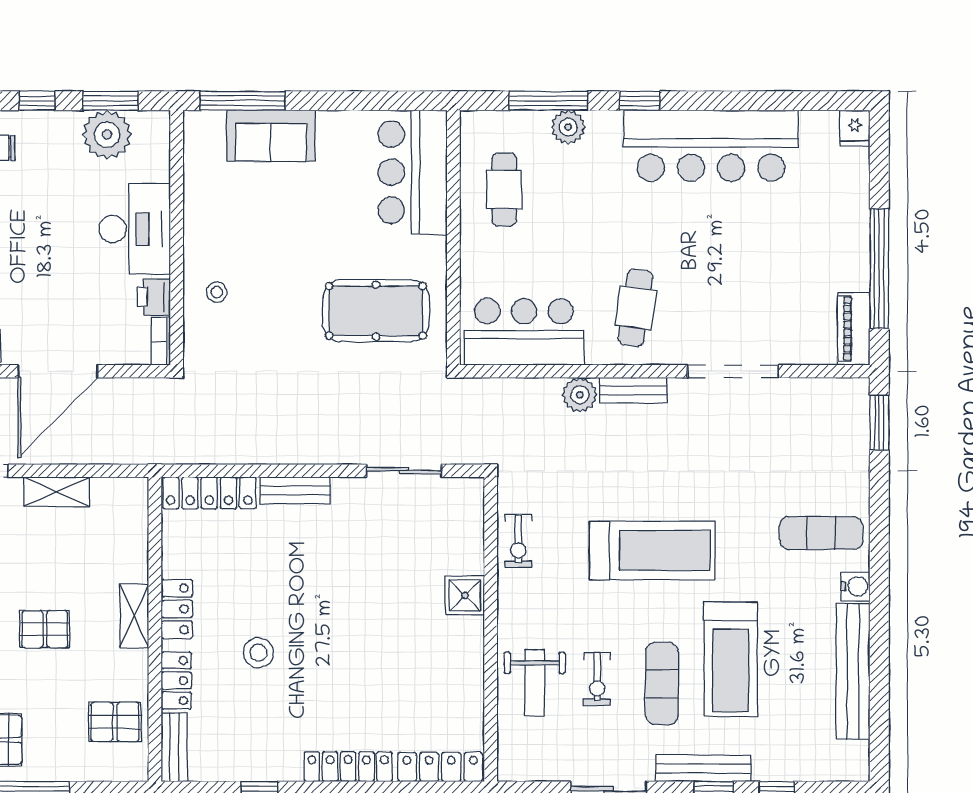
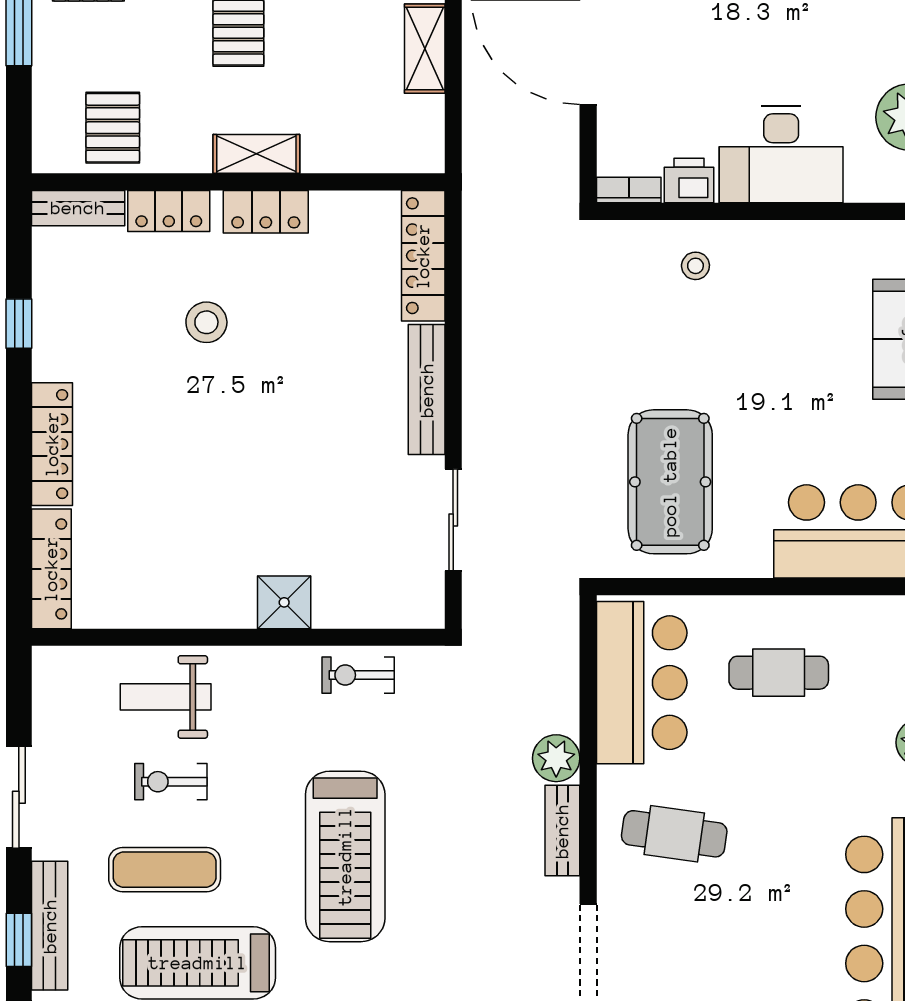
cafe table: (504, 189) -> (779, 673), moved
bench: (295, 490) -> (427, 390), width x1.36

